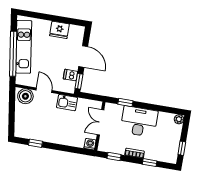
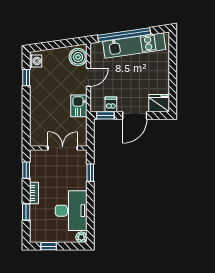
fridge: (59, 30) -> (159, 103), moved, turned 90
desk: (139, 122) -> (71, 211), moved
washing machine: (90, 144) -> (36, 61), moved

